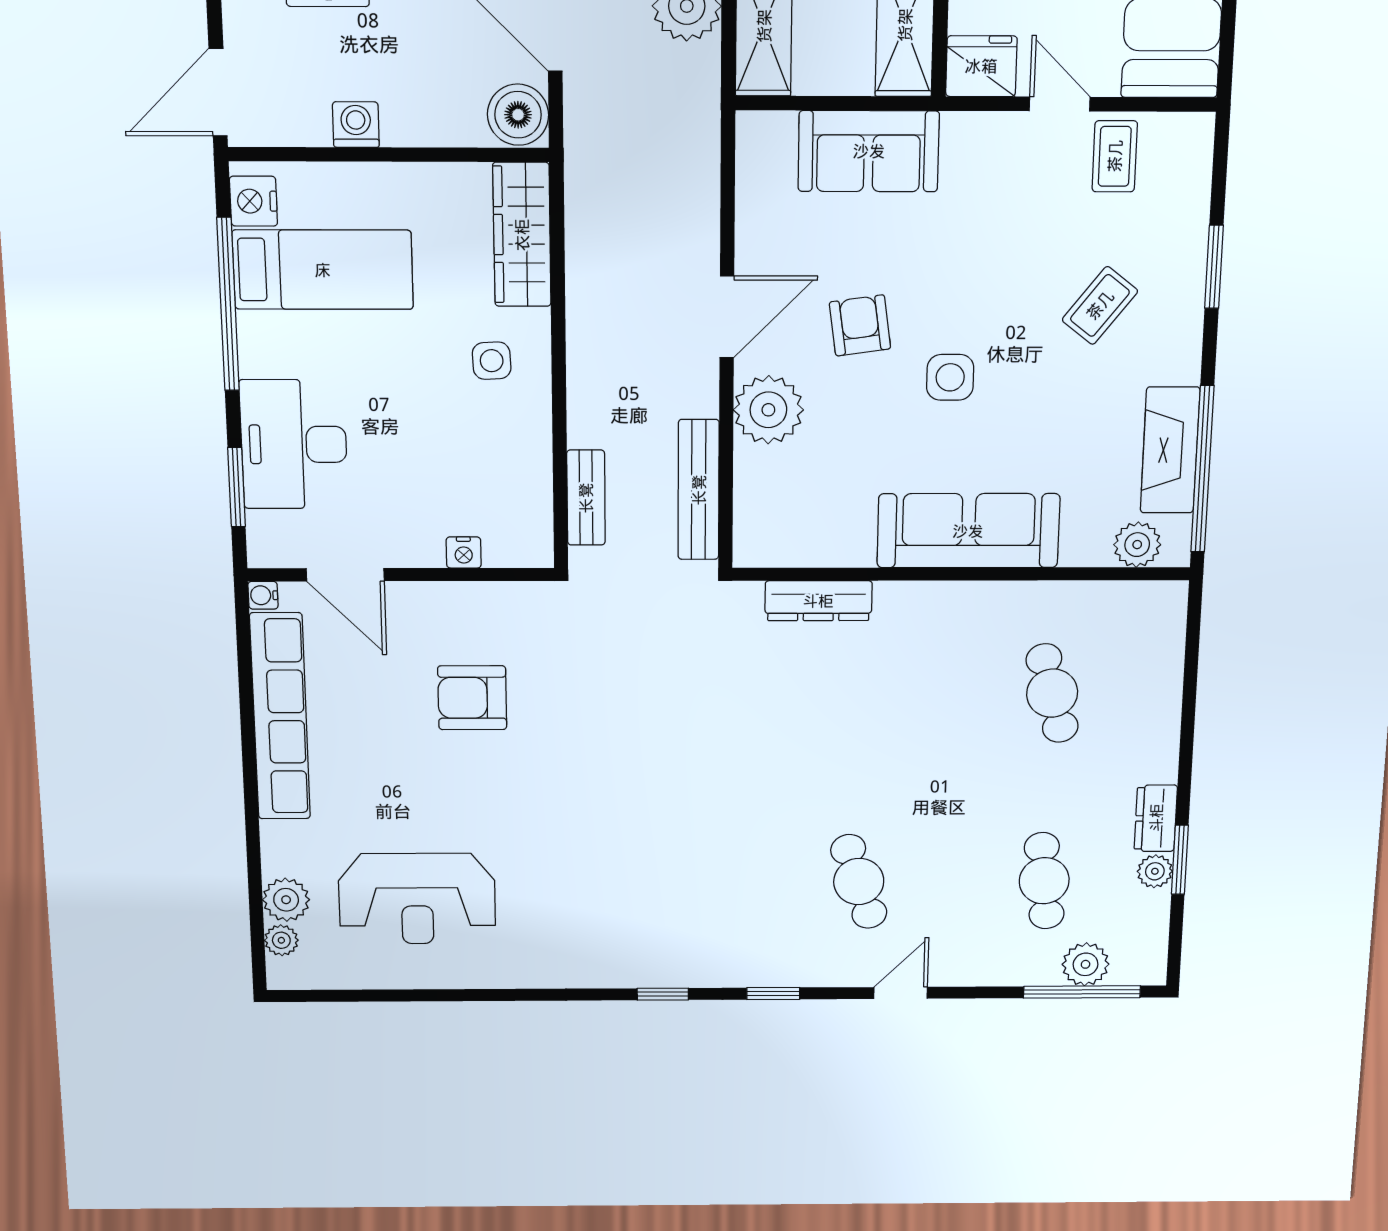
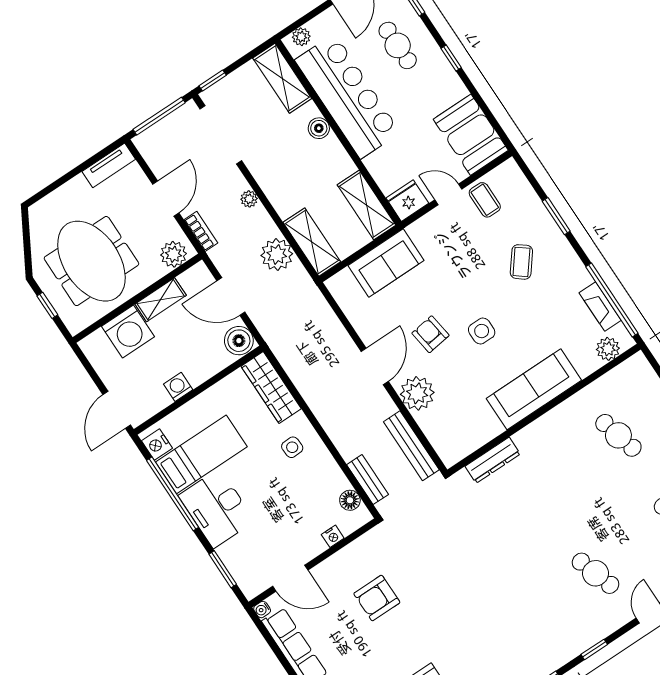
desk: (294, 444) -> (217, 508), moved
fireplace: (1170, 450) -> (600, 306), width x0.73, depth x0.76
floor lamp: (533, 512) -> (350, 500), added

